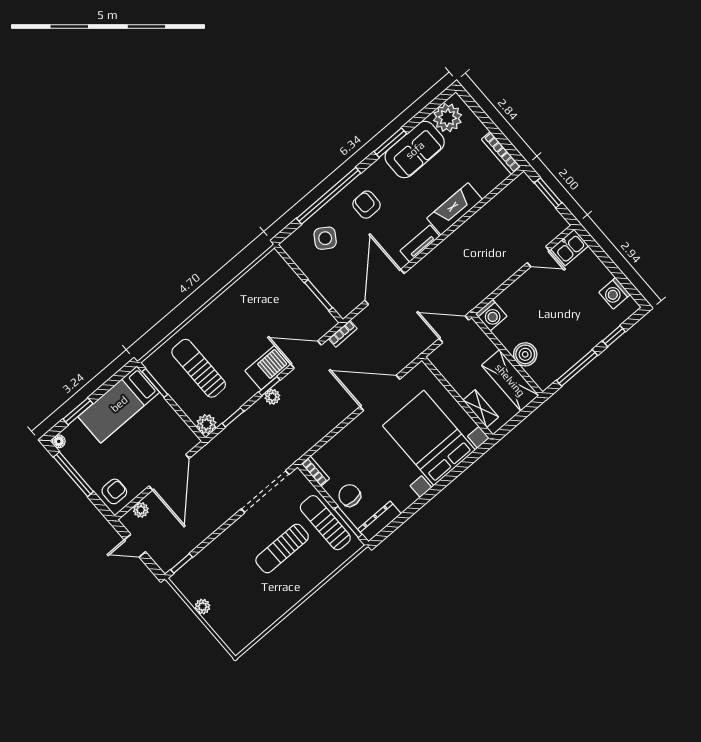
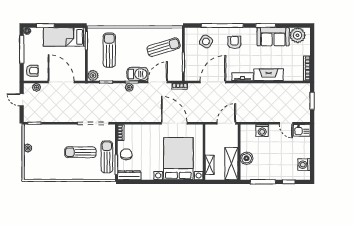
sun lounger: (272, 298) -> (164, 47), added
washing machine: (491, 315) -> (262, 131), moved
door: (454, 329) -> (226, 123), hinge flipped
door: (306, 355) -> (158, 82), hinge flipped
door: (169, 472) -> (61, 82), swing flipped

